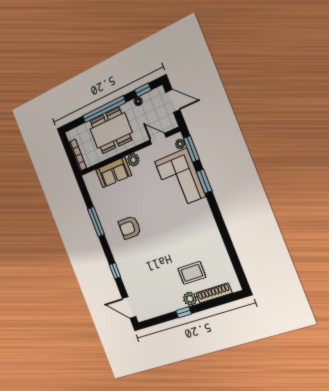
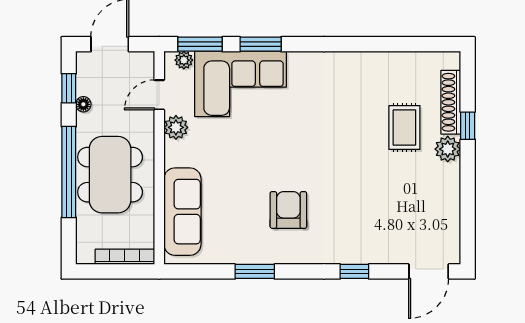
plant: (133, 160) -> (176, 127), moved
sofa: (114, 172) -> (182, 212), width x1.36
window: (96, 222) -> (255, 271), width x0.69
armchair: (130, 228) -> (288, 210), turned 180
window: (184, 312) -> (468, 126), moved

